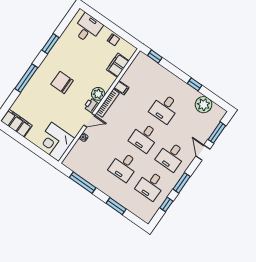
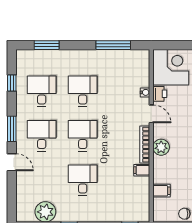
filing cabinet: (118, 65) -> (161, 191), width x0.50
printer: (91, 106) -> (160, 94), moved
door: (89, 120) -> (151, 114), swing flipped
window: (217, 133) -> (12, 193), removed
window: (182, 183) -> (12, 129), moved
window: (116, 206) -> (47, 45), moved

